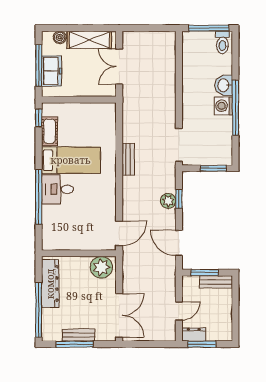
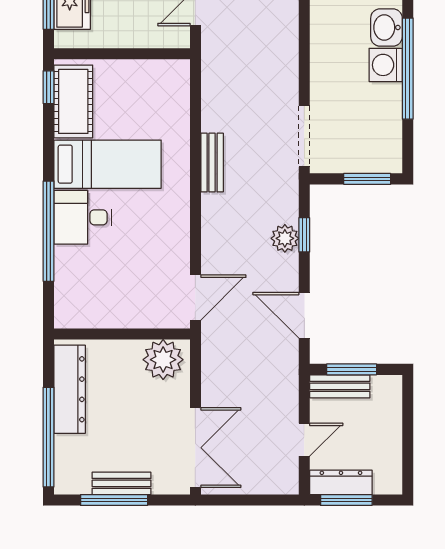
cot: (50, 131) -> (73, 101), width x1.37, depth x1.34
bench: (216, 282) -> (340, 386), moved
dresser: (194, 335) -> (341, 482), width x1.44

